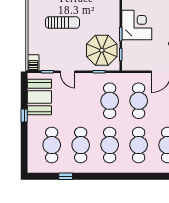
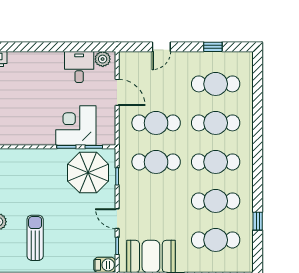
sun lounger: (62, 23) -> (35, 238), moved
corner desk: (137, 25) -> (76, 126), moved
door: (68, 72) -> (117, 219), swing flipped

